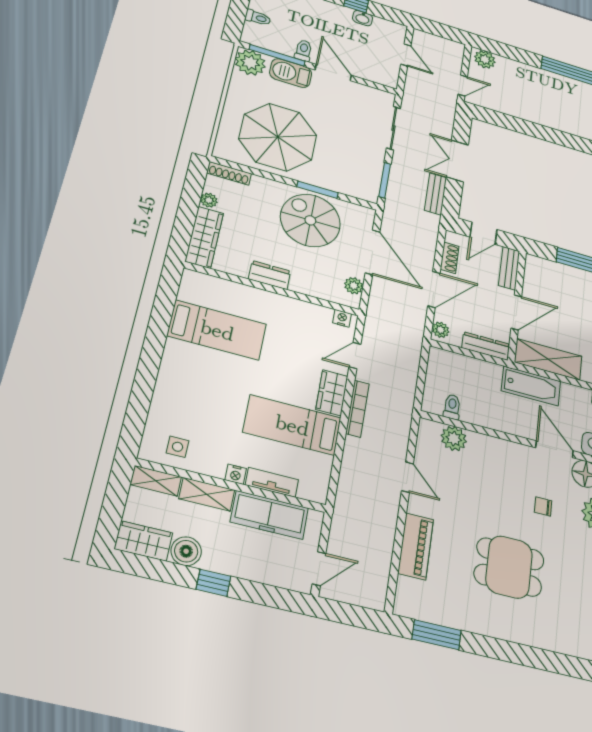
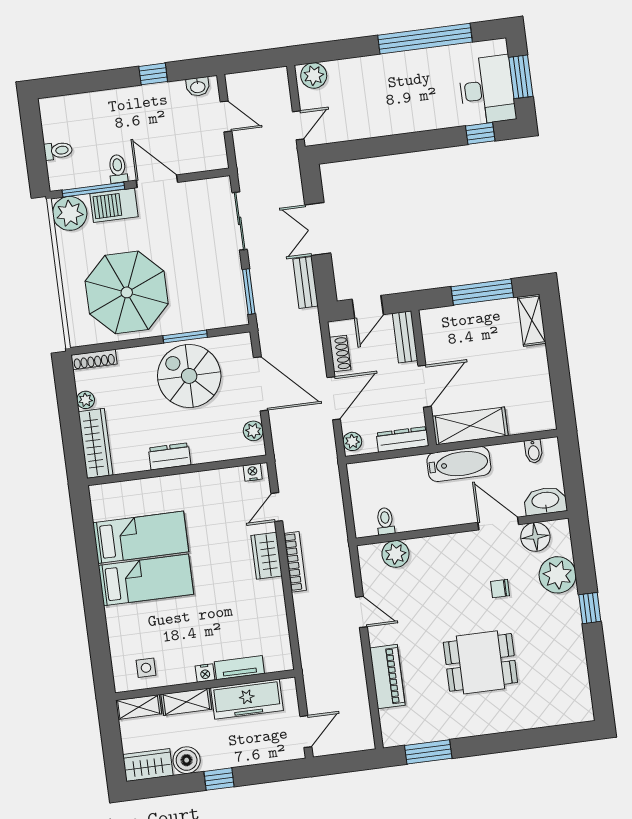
washbasin: (363, 18) -> (198, 87), moved
bed: (292, 425) -> (146, 580), moved, turned 180

